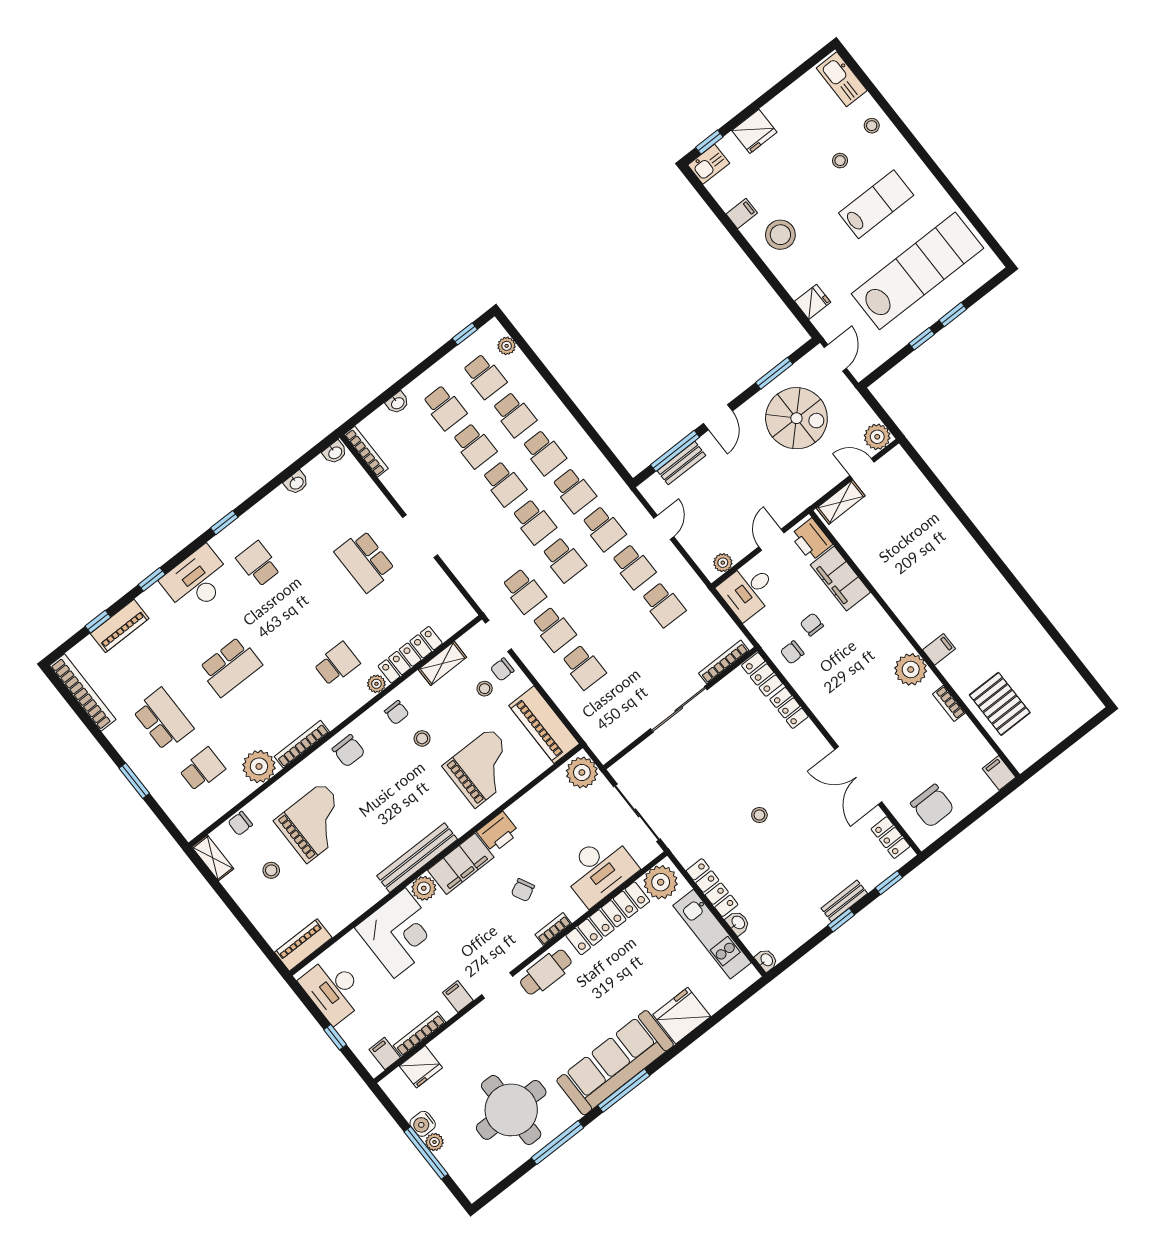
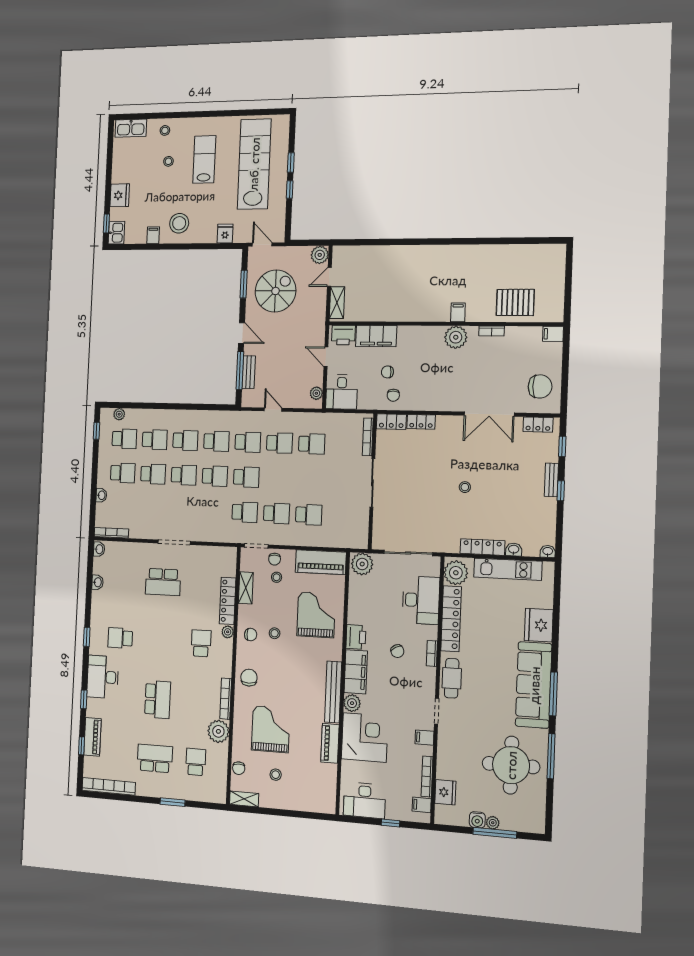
chair: (348, 751) -> (249, 678), turned -90
piano: (303, 945) -> (330, 743), moved

